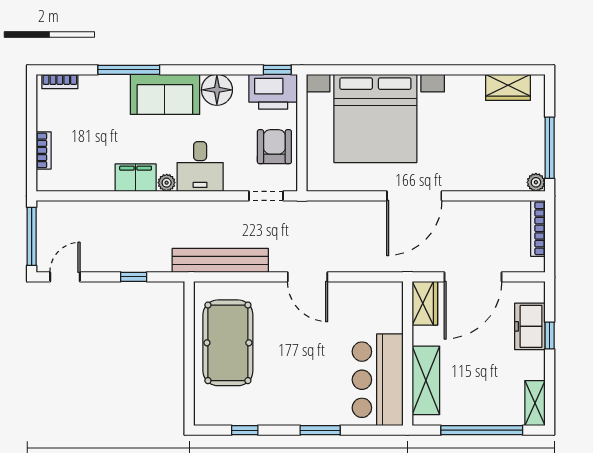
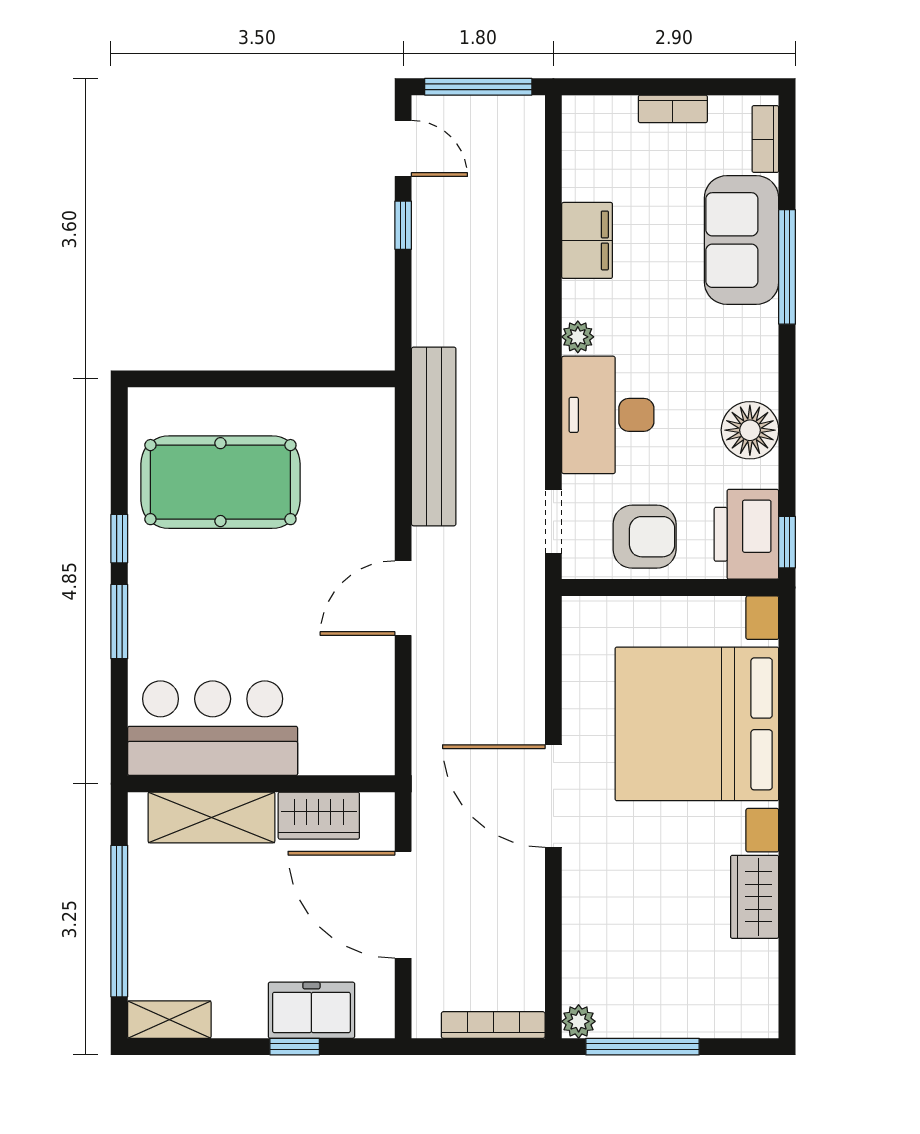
wardrobe: (508, 87) -> (755, 897), moved
sofa: (165, 94) -> (742, 240), moved
bookcase: (44, 150) -> (673, 109), moved
desk: (200, 166) -> (608, 415), width x1.37
filing cabinet: (136, 178) -> (587, 240), moved
window: (134, 277) -> (403, 225), moved
wardrobe: (425, 303) -> (319, 816), moved
pool table: (228, 343) -> (220, 482), moved
window: (245, 430) -> (119, 539), moved

